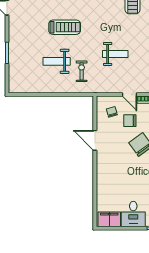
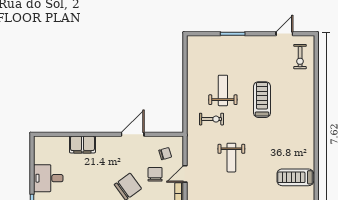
treadmill: (65, 27) -> (262, 100), turned 180
filing cabinet: (109, 219) -> (82, 144), moved, turned 90

